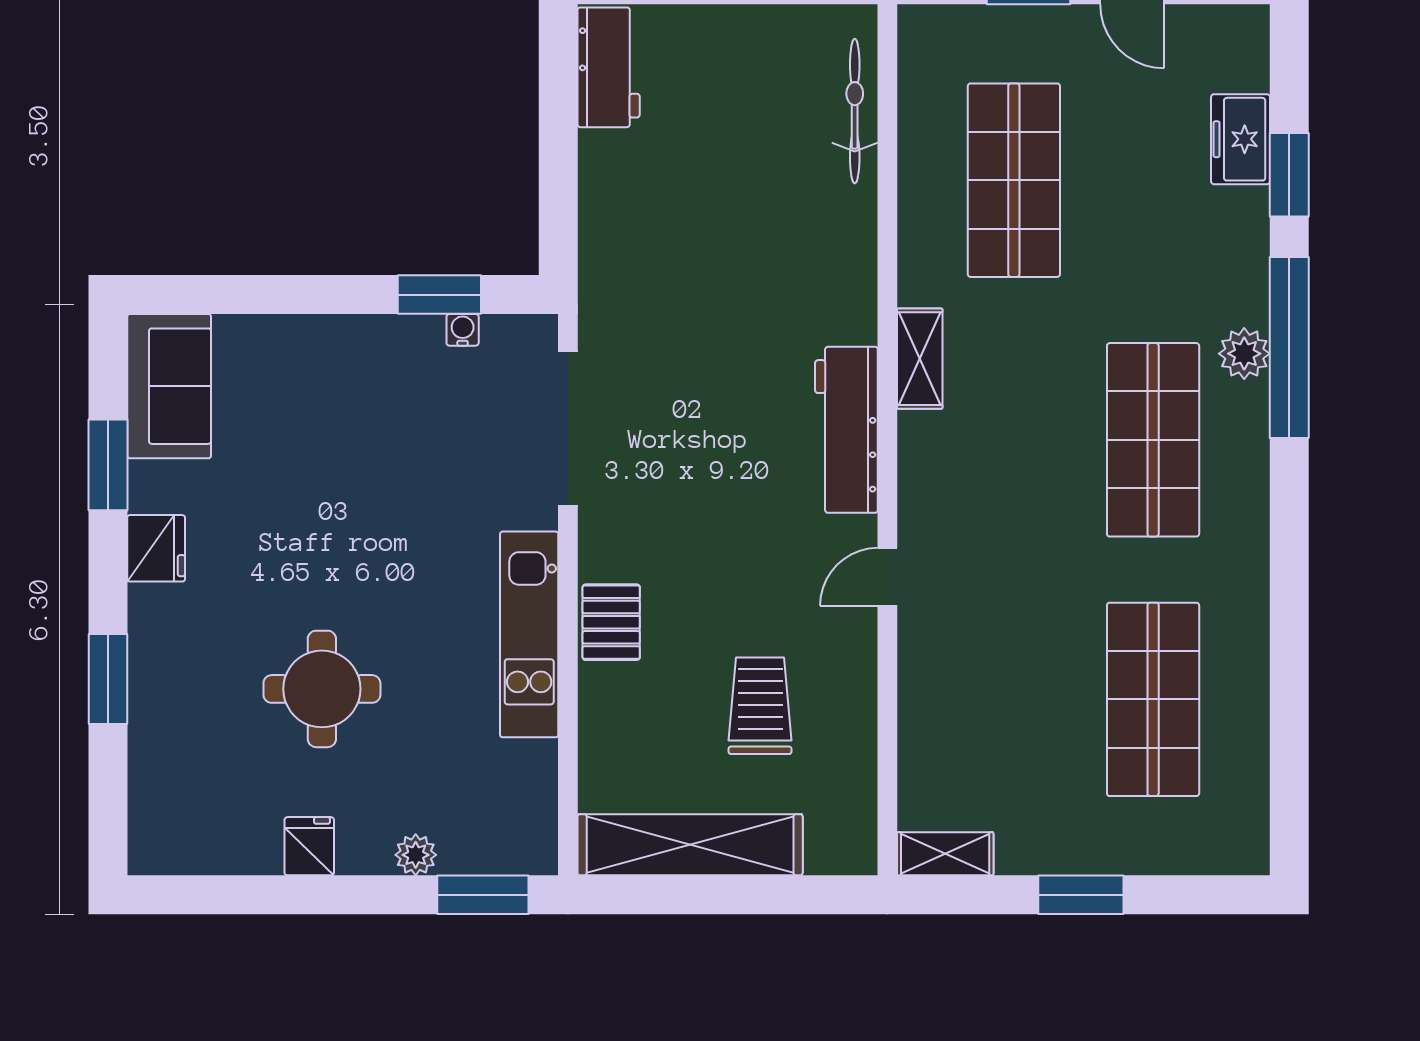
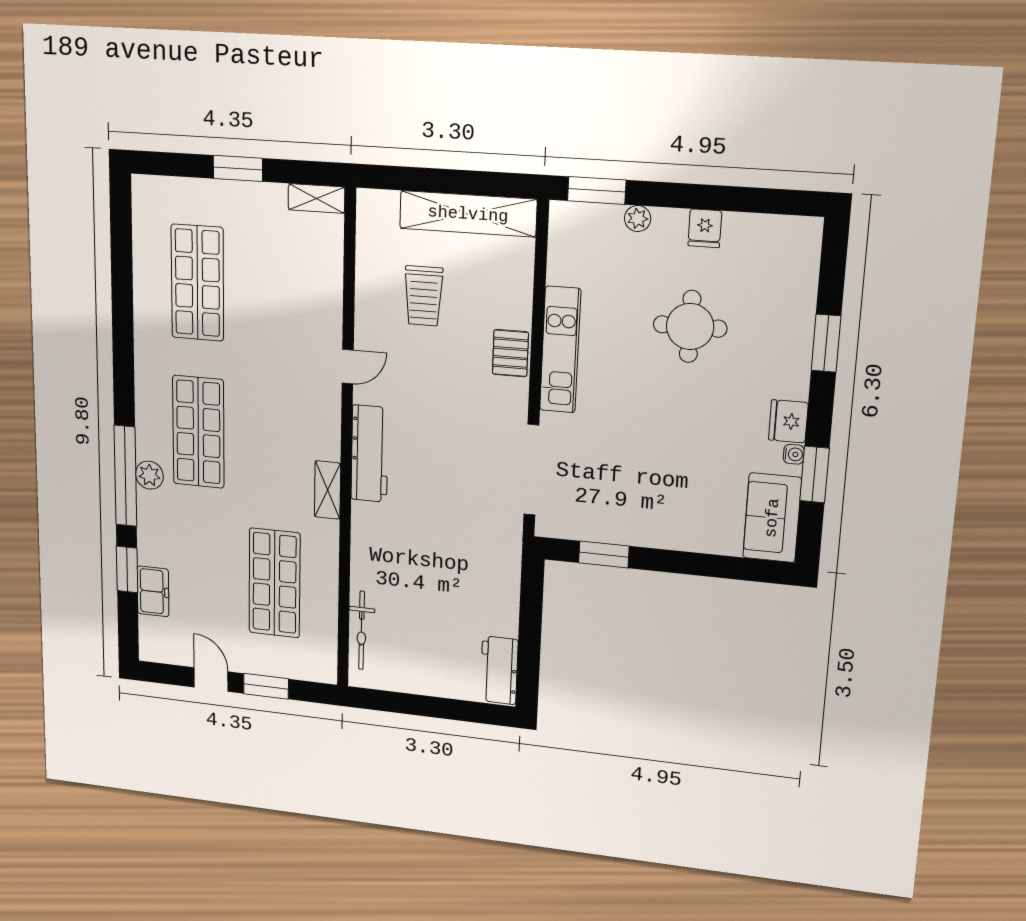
water cooler: (463, 330) -> (794, 454), moved, turned -90

